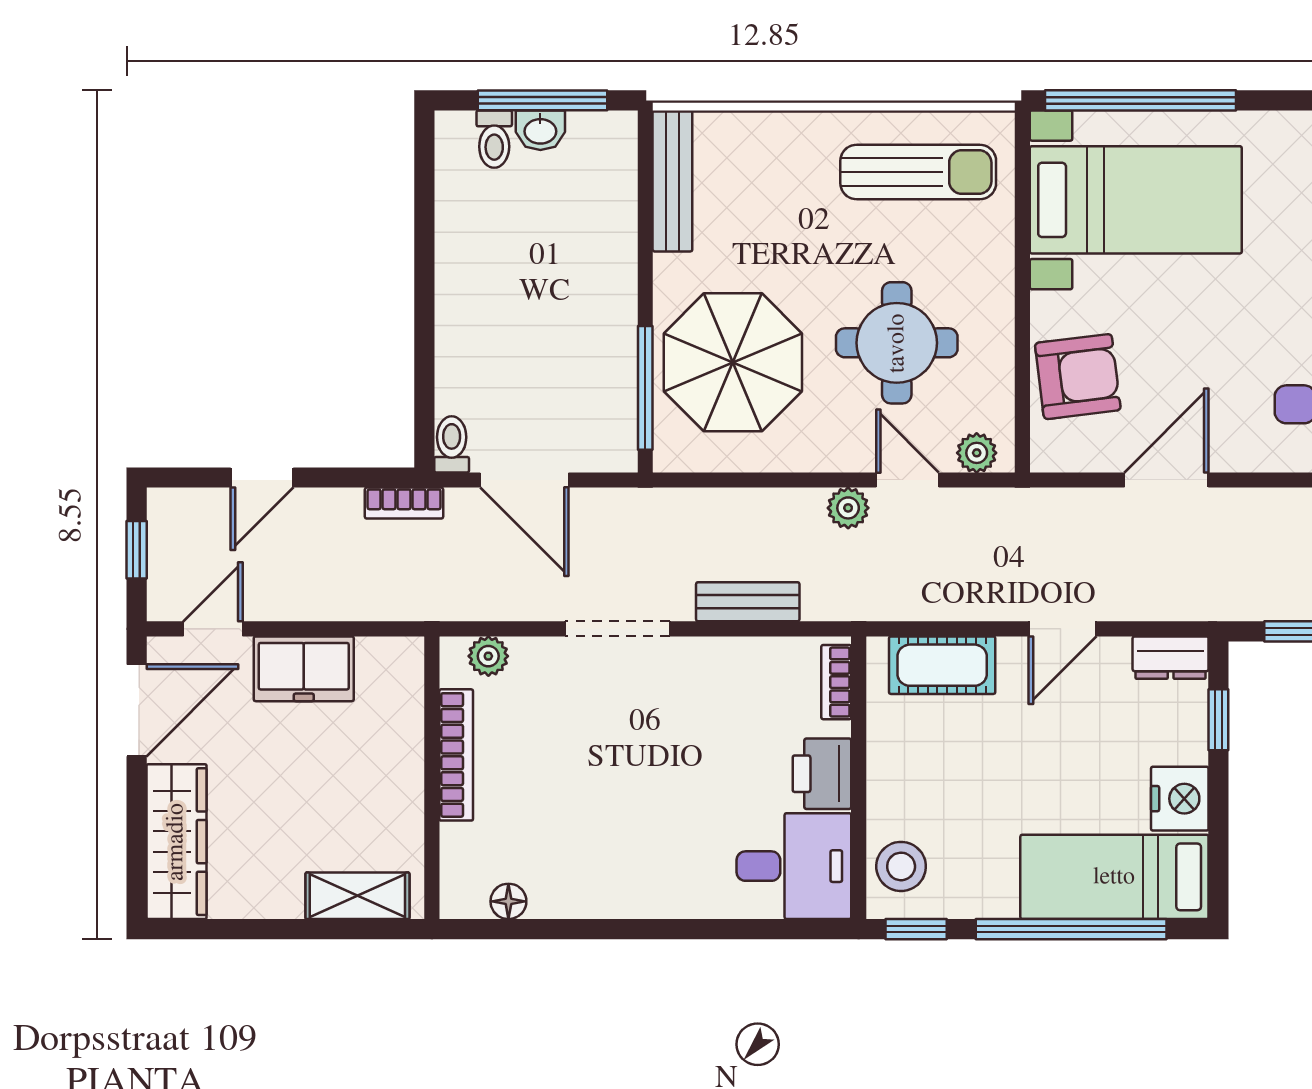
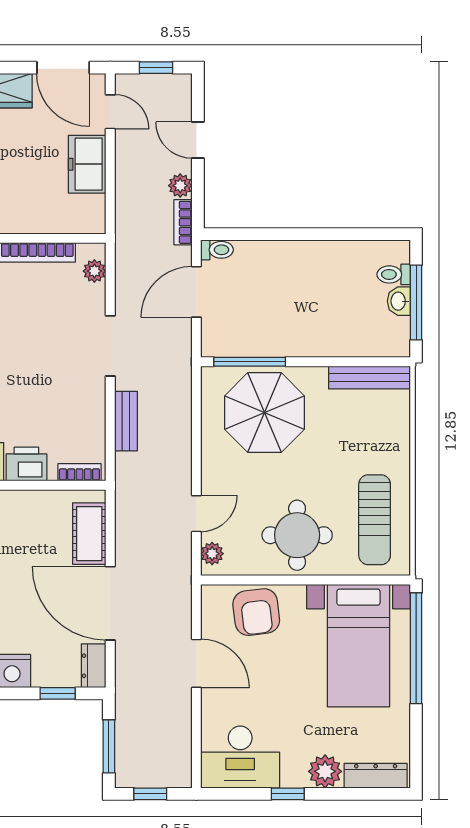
round table: (897, 343) -> (297, 535), moved
plant: (848, 508) -> (180, 186), moved
door: (1063, 629) -> (110, 603), width x1.87

